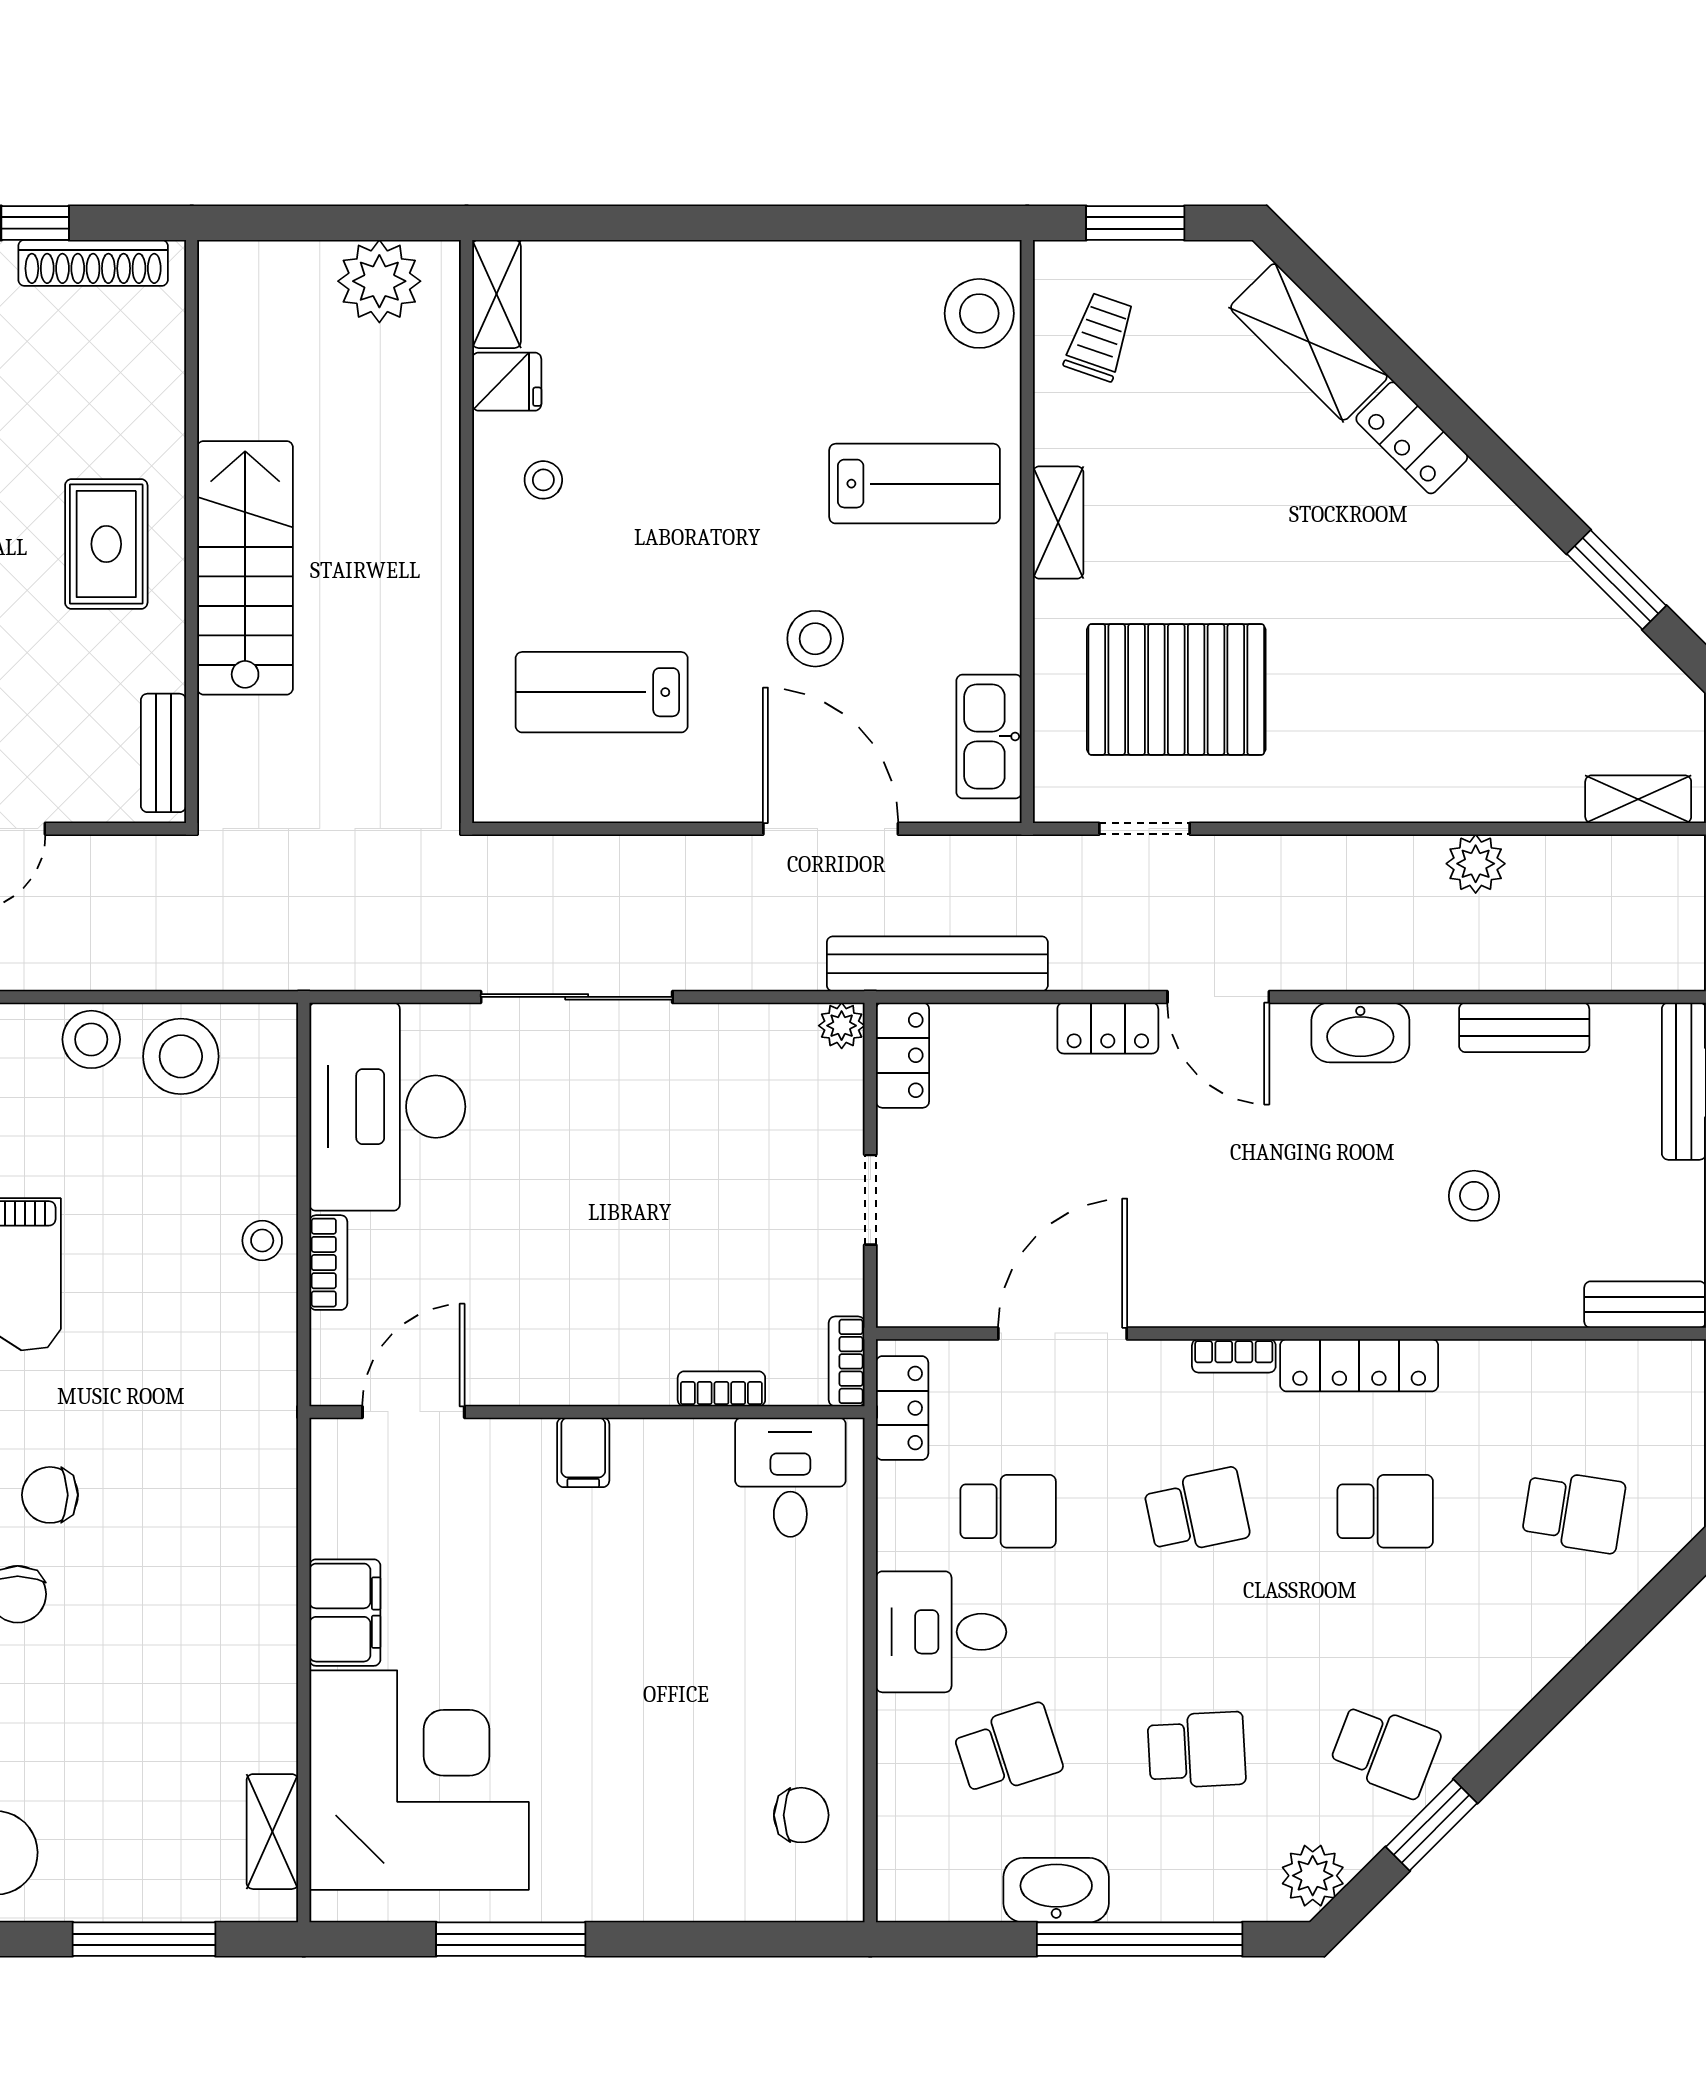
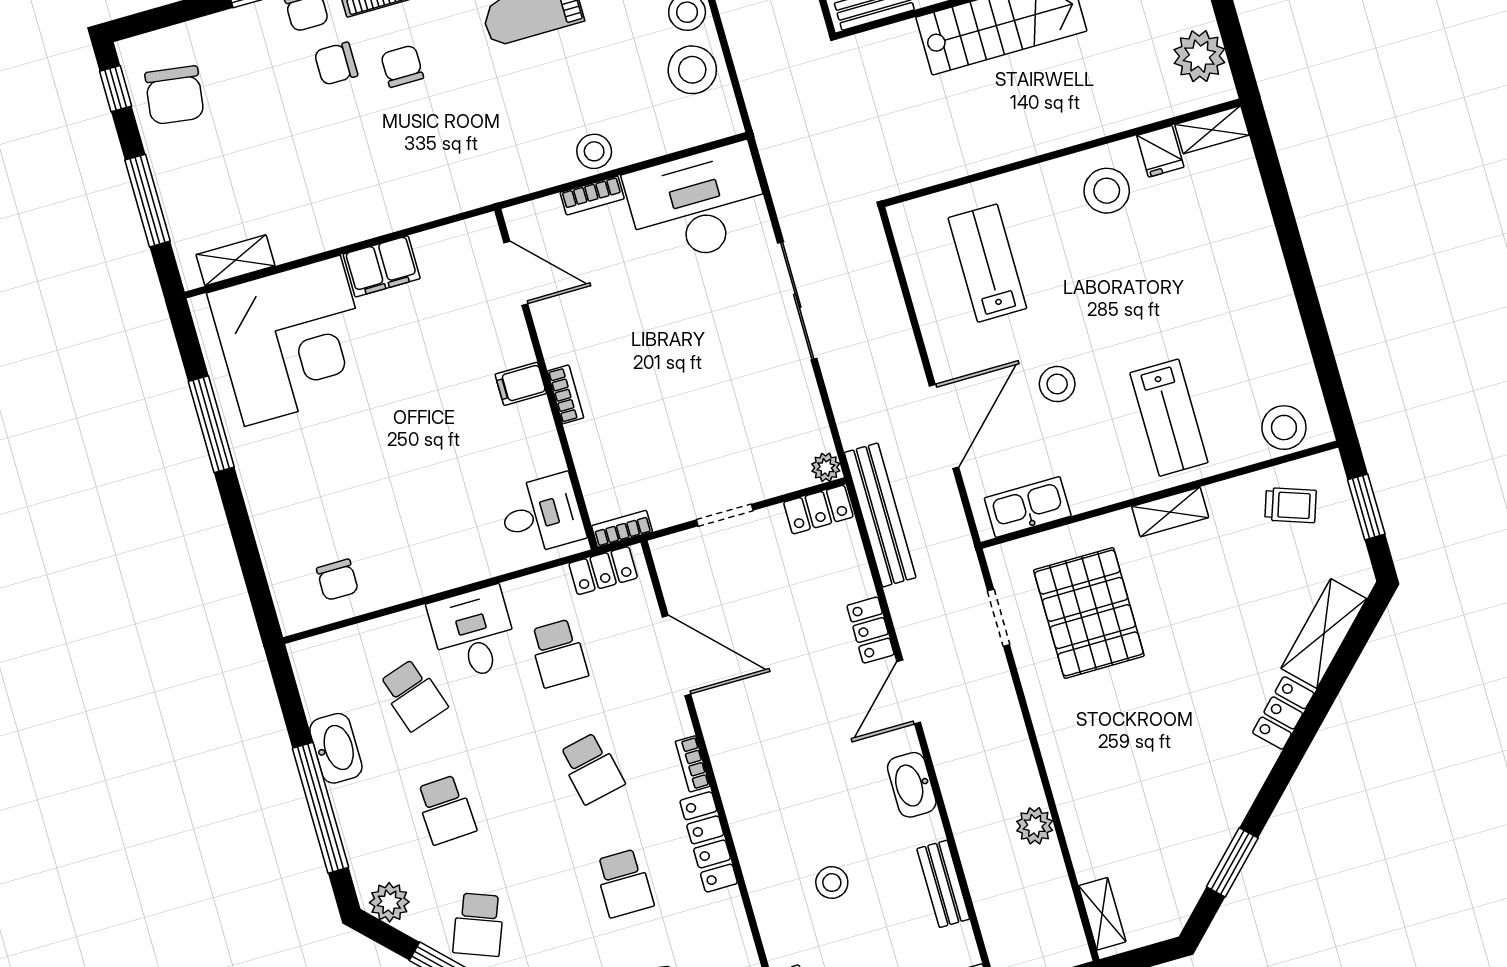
stool: (543, 480) -> (1107, 191), width x1.89, depth x1.89
stool: (262, 1241) -> (594, 151), width x1.37, depth x1.37
bookcase: (721, 1389) -> (566, 394), moved

